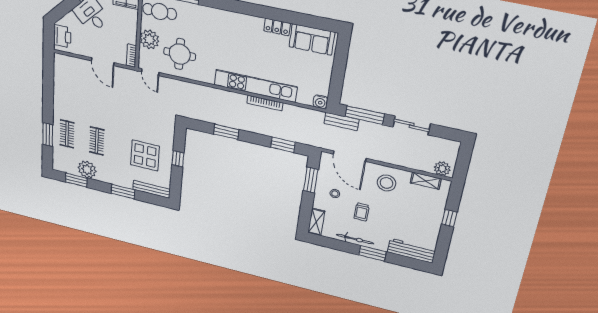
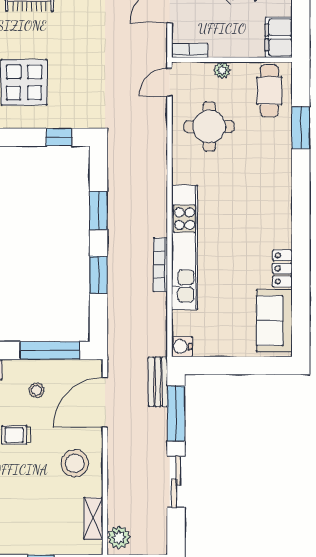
plant: (149, 39) -> (222, 70), width x0.53, depth x0.53
window: (283, 145) -> (98, 275), moved
window: (178, 159) -> (59, 137), moved
window: (311, 180) -> (50, 350), width x1.44

